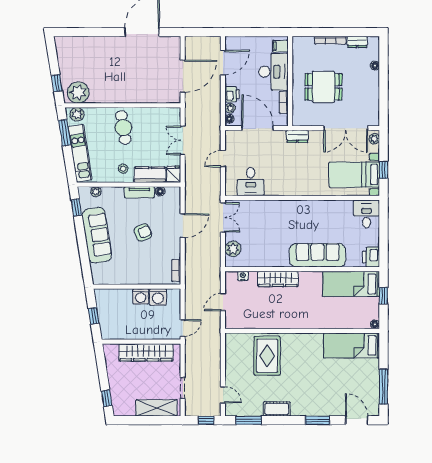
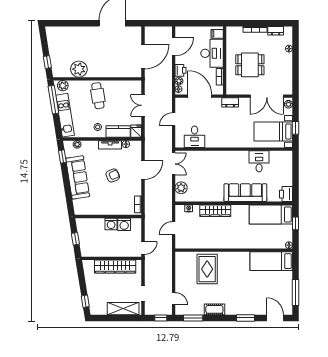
plant: (78, 93) -> (79, 69), moved
window: (65, 133) -> (53, 100), width x1.44
desk: (366, 214) -> (259, 161), moved

